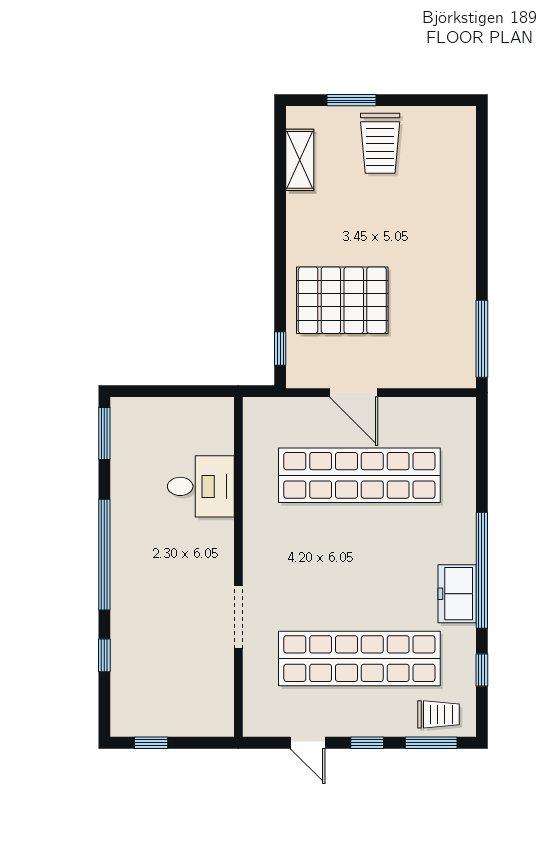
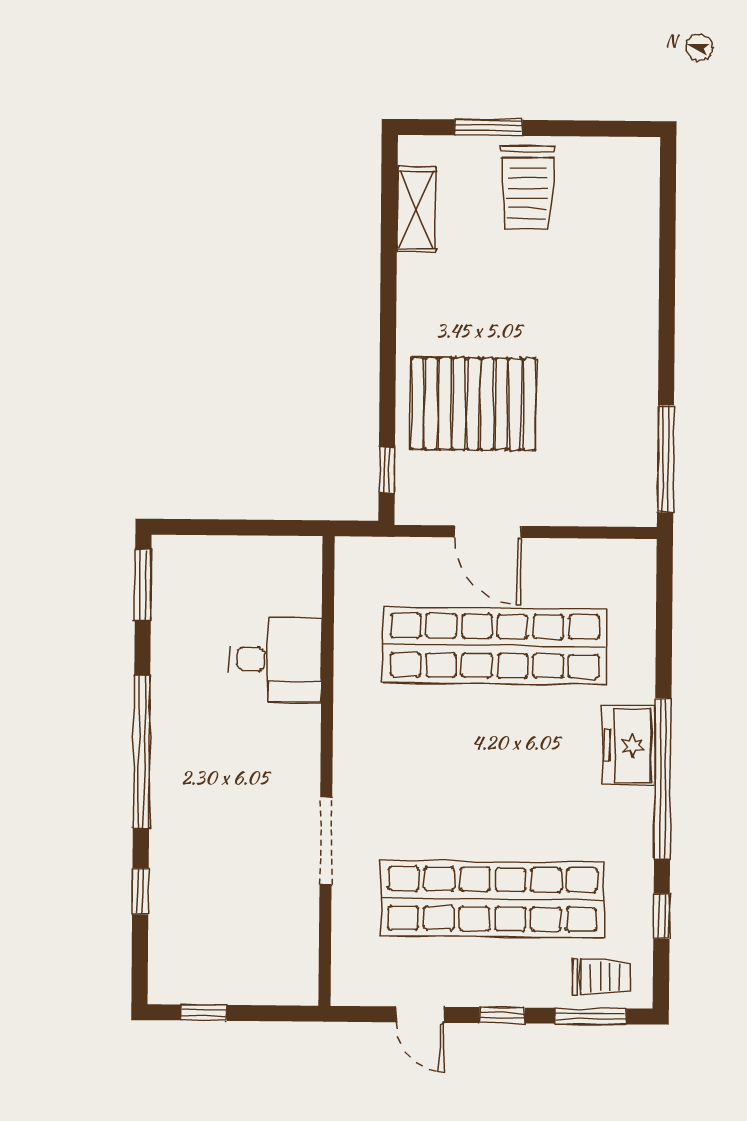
freezer: (457, 594) -> (629, 745), moved

